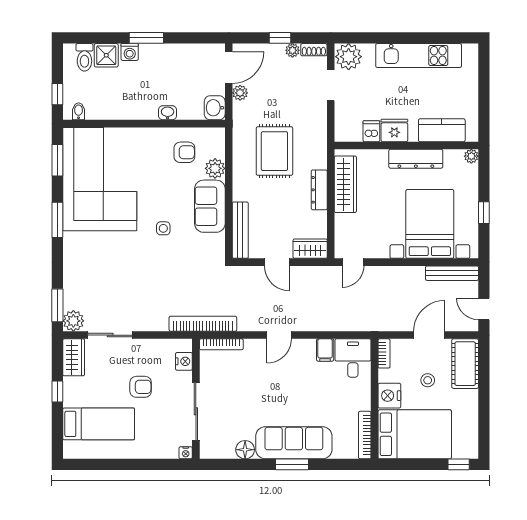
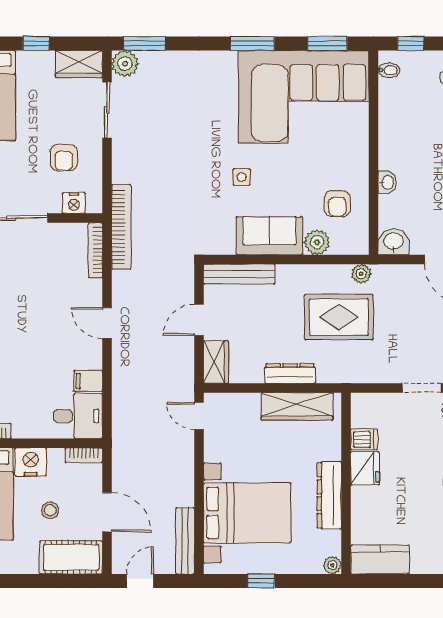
plant: (240, 93) -> (361, 274), moved
kitchen counter: (442, 130) -> (380, 560), moved, turned -90
armchair: (141, 387) -> (64, 157), moved

